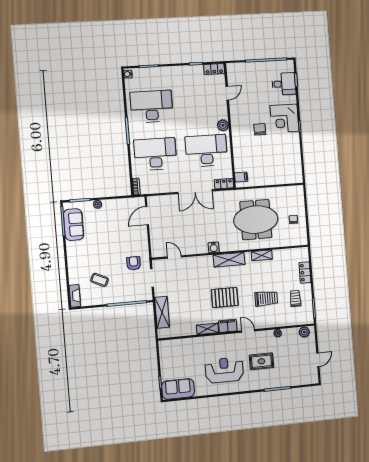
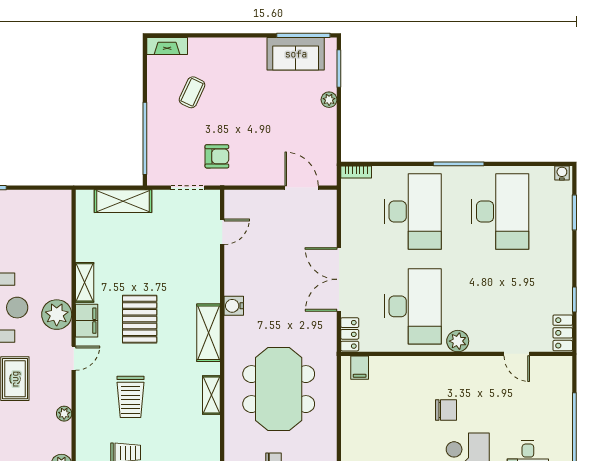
plant: (226, 342) -> (57, 315), added

